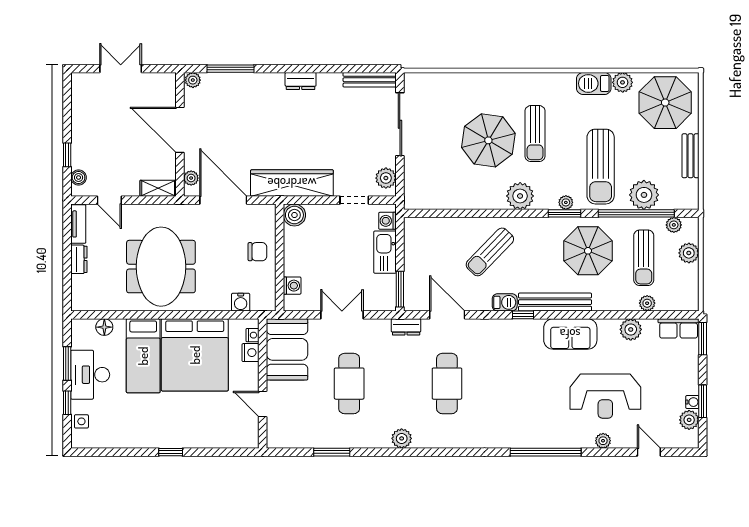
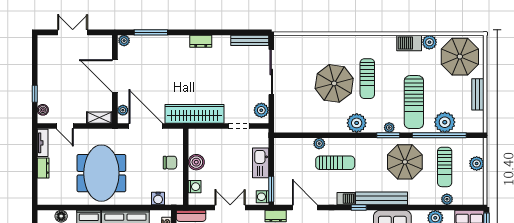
boiler: (294, 215) -> (196, 162), moved
washing machine: (387, 221) -> (262, 197), moved
plant: (674, 225) -> (319, 144), moved
sun lounger: (490, 252) -> (335, 163), turned -134

